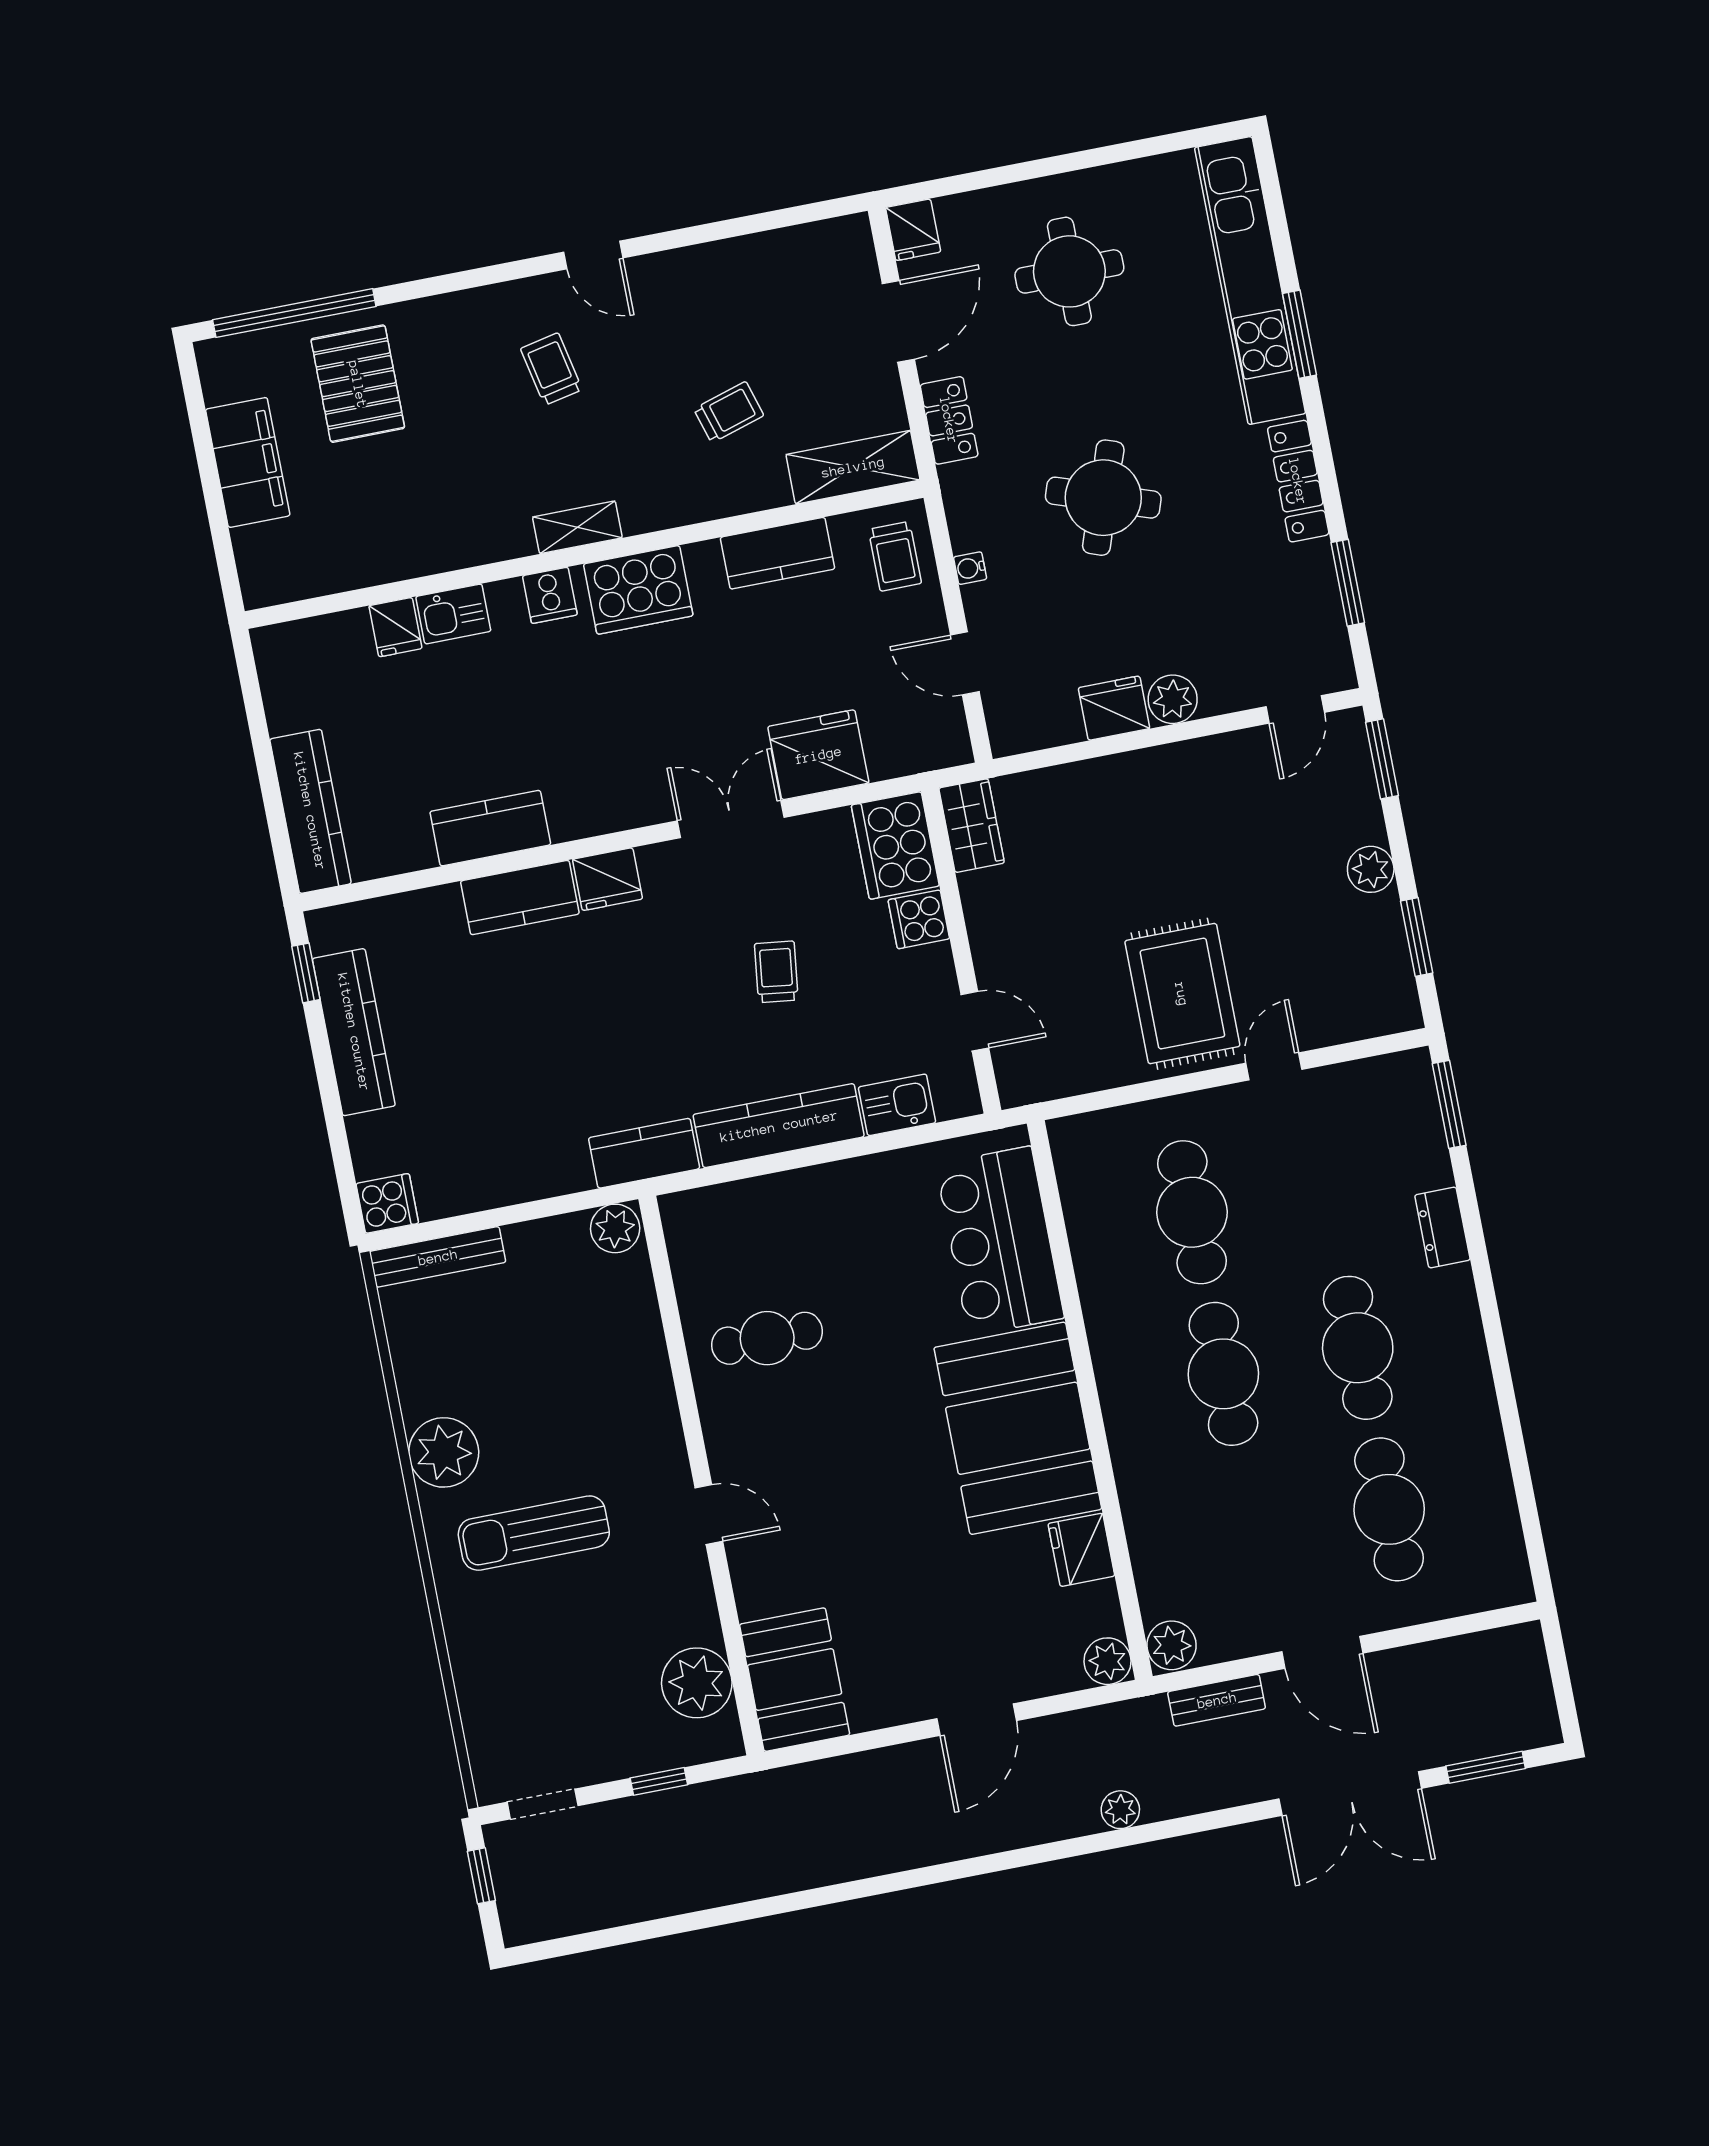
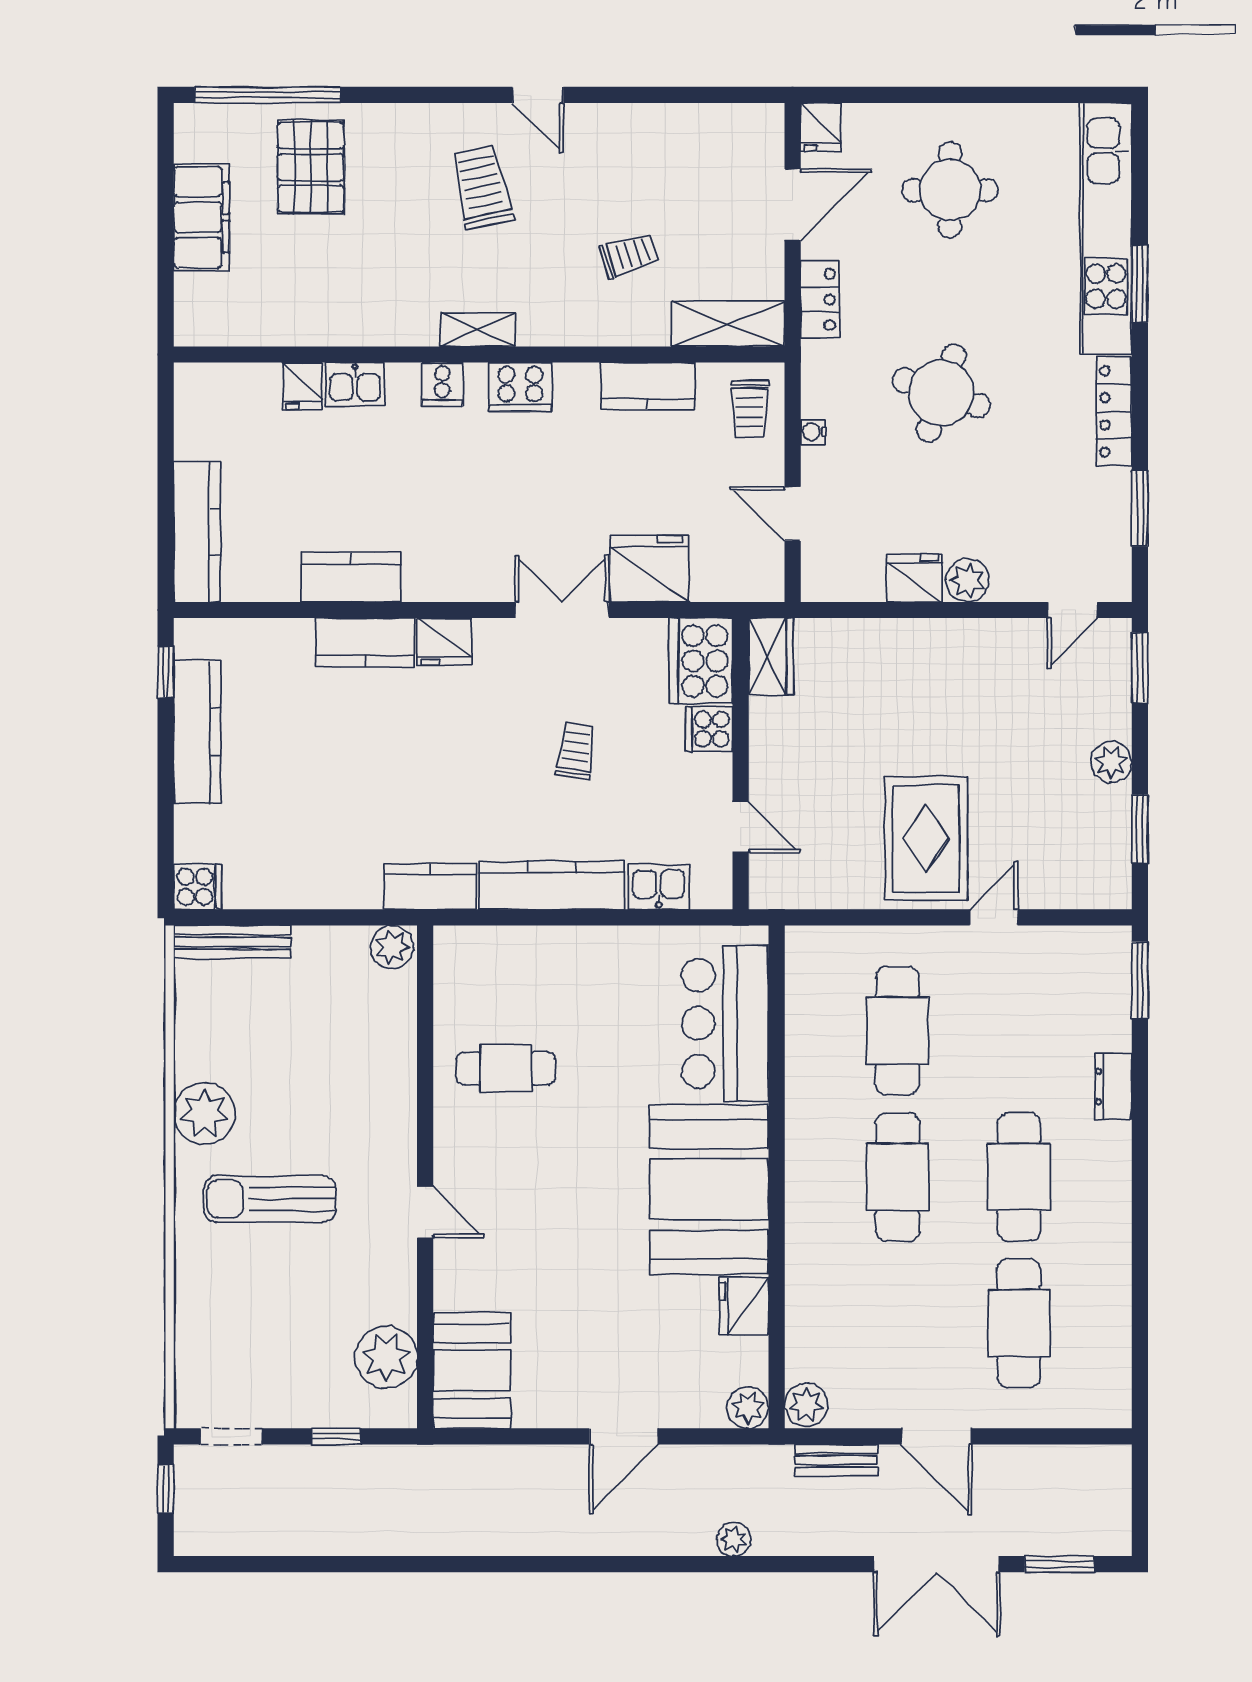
trolley: (551, 369) -> (482, 187), width x1.36, depth x1.39
cooker: (638, 590) -> (520, 387), width x0.73, depth x0.76

